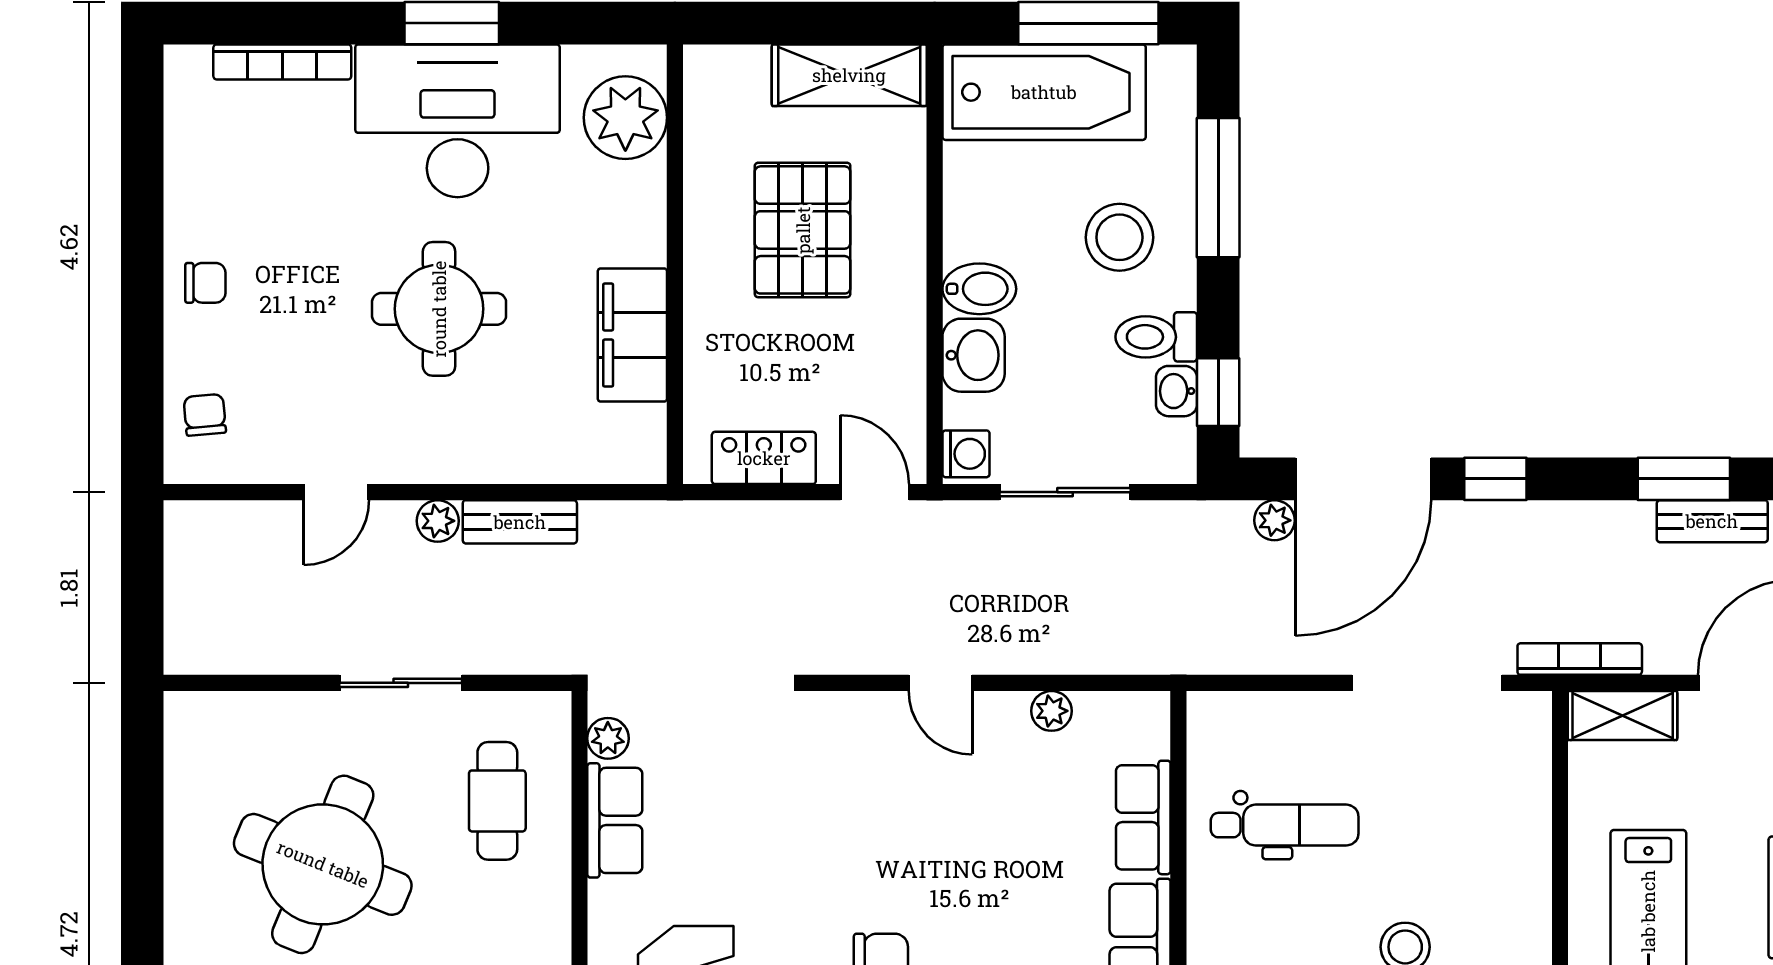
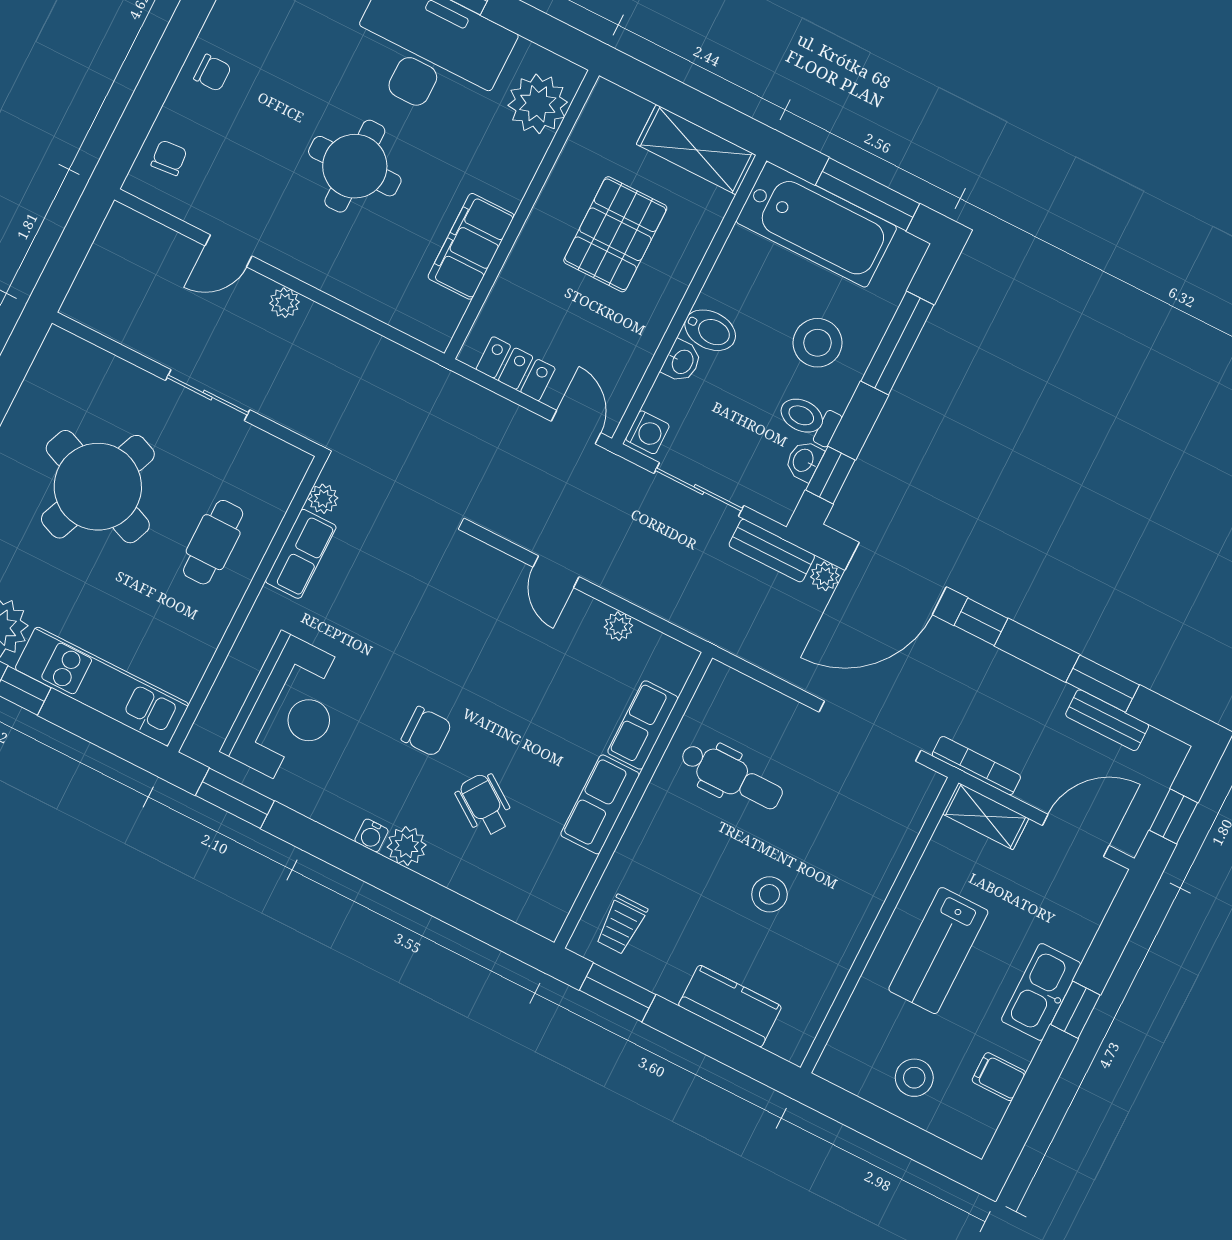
washbasin: (974, 355) -> (682, 361), width x0.72, depth x0.69
bench: (520, 522) -> (772, 551), moved
cafe table: (497, 801) -> (213, 542), moved

